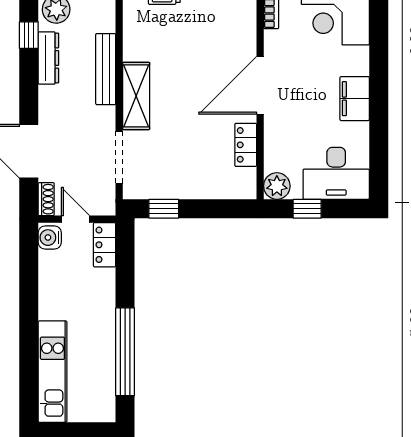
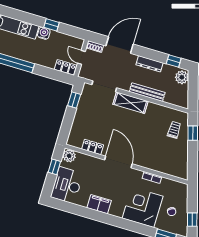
dresser: (48, 58) -> (149, 64), moved
door: (76, 219) -> (81, 57), swing flipped
water cooler: (50, 238) -> (44, 33), moved
window: (29, 297) -> (52, 25), added

